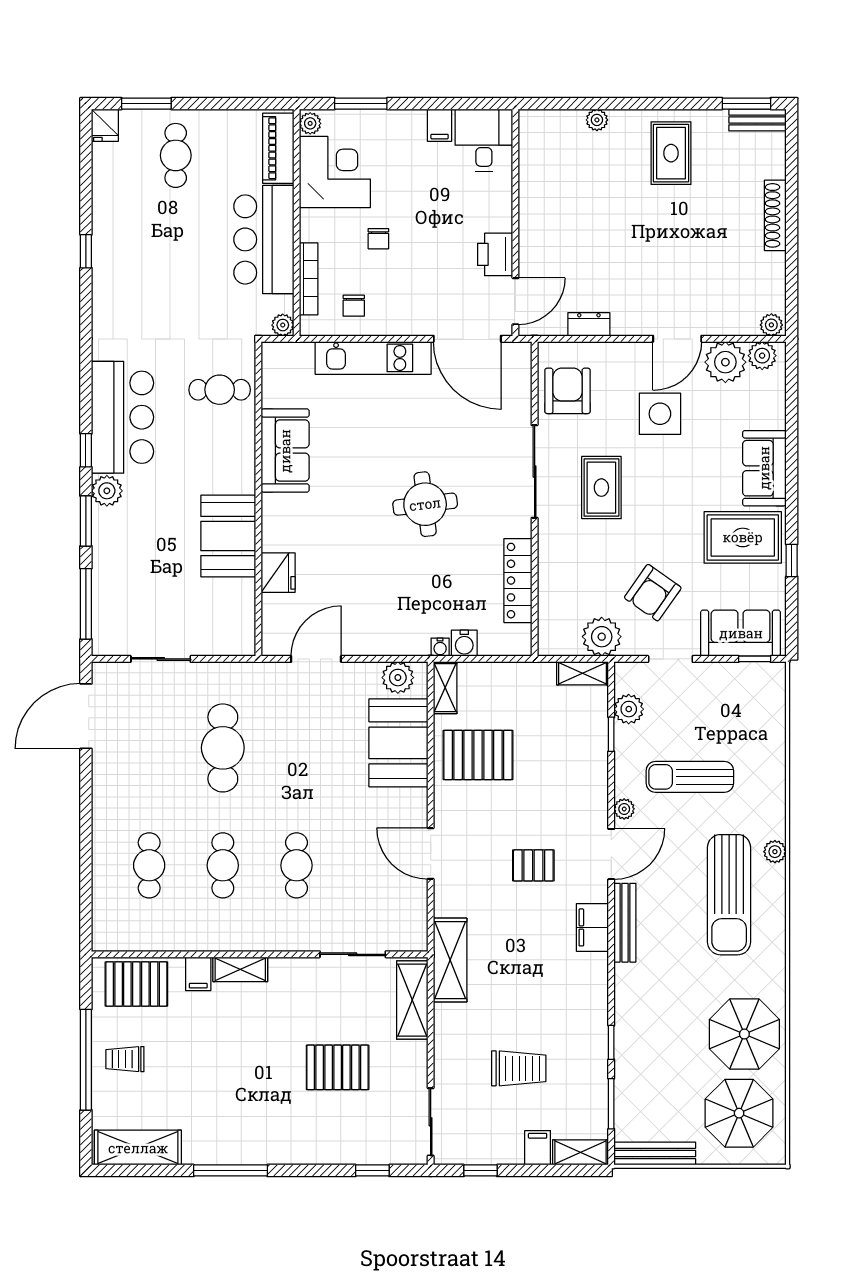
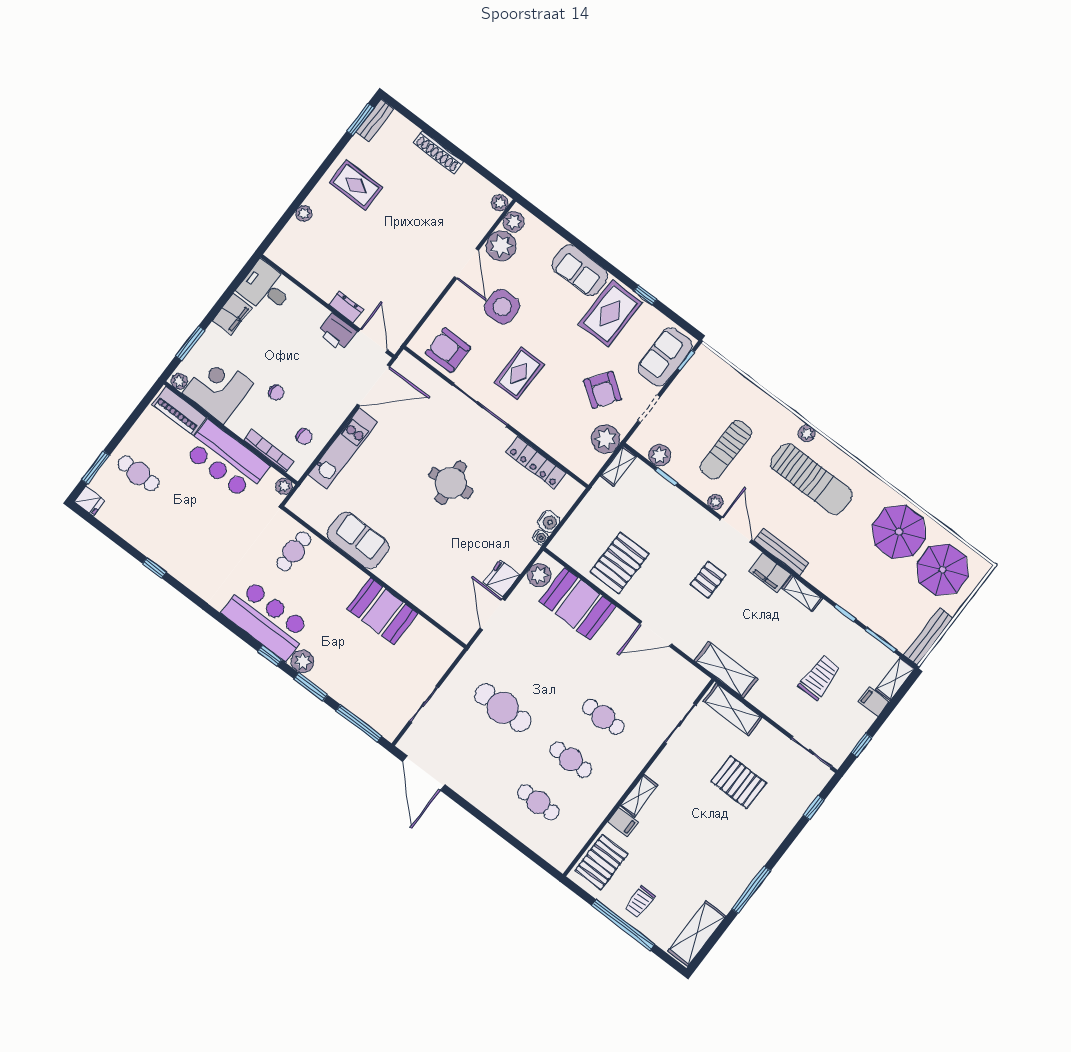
filing cabinet: (440, 125) -> (232, 314), width x2.00
dresser: (589, 324) -> (346, 307), moved, turned 90
rug: (601, 488) -> (519, 373), turned 90
fridge: (278, 573) -> (501, 579), moved, turned -90
shelving: (445, 688) -> (802, 593), moved
pallet: (338, 1067) -> (739, 782), turned 90

